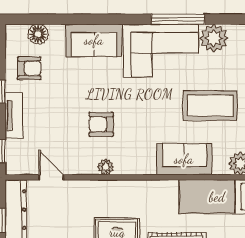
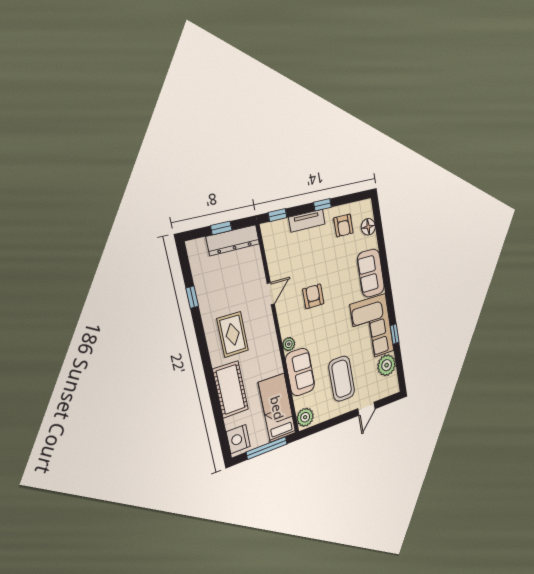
window: (178, 19) -> (395, 334), width x0.46
plant: (106, 167) -> (289, 344), moved
door: (51, 177) -> (271, 294), moved

